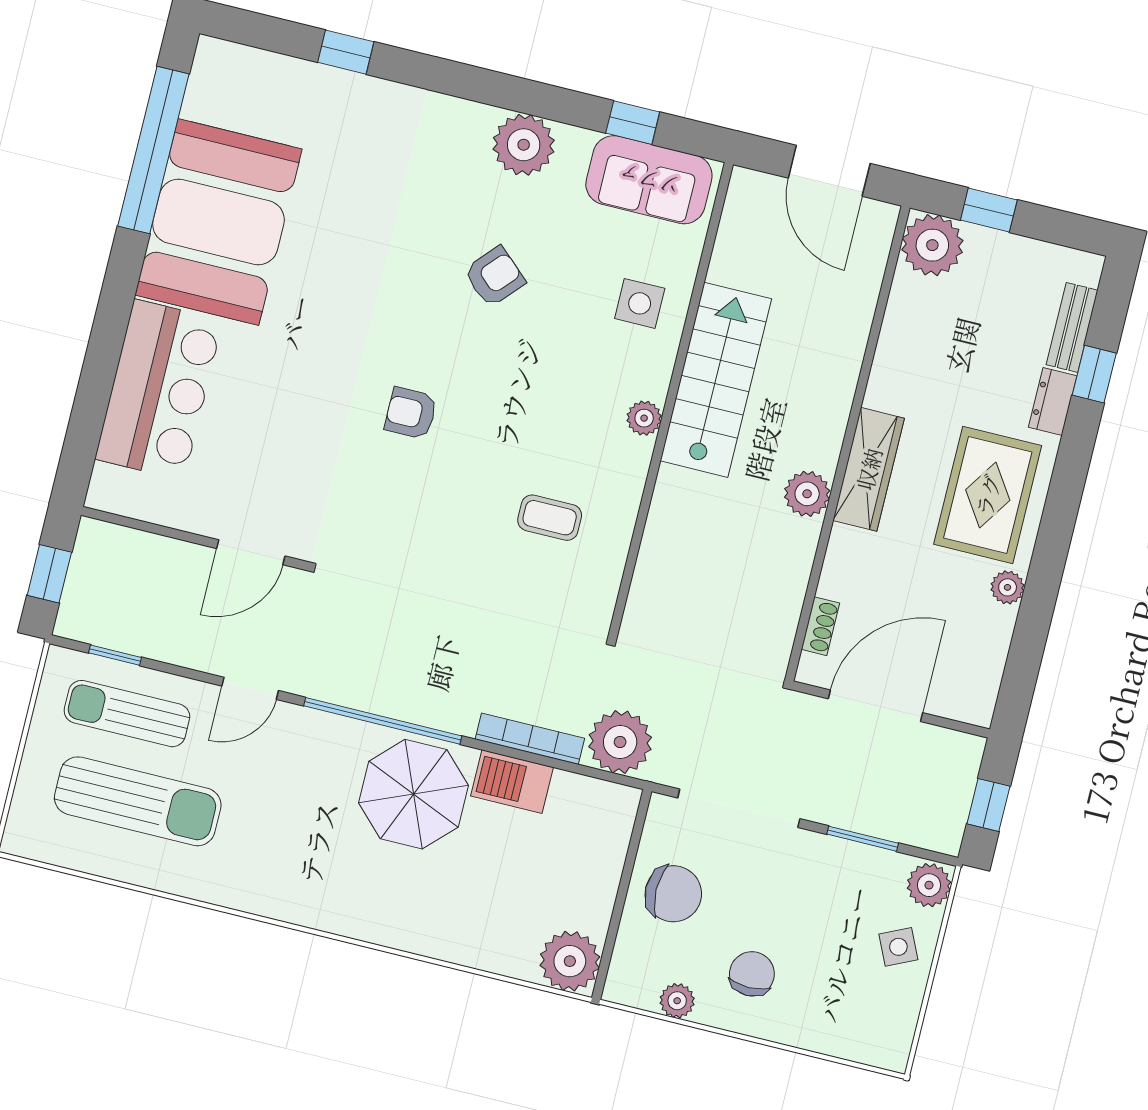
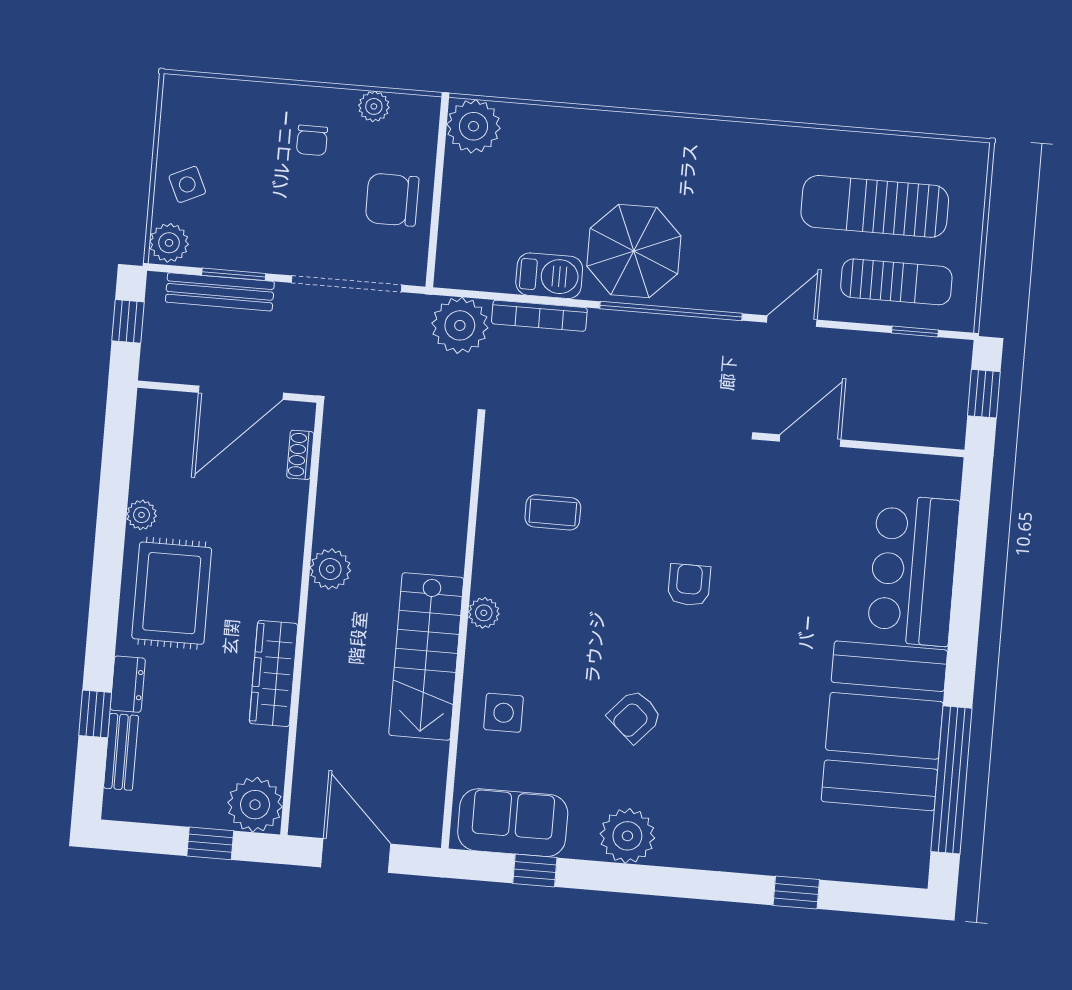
armchair: (411, 413) -> (689, 585), turned -90
wardrobe: (869, 469) -> (274, 673), moved
bench: (881, 822) -> (220, 292), added
chair: (752, 974) -> (312, 140), width x0.73, depth x0.73

